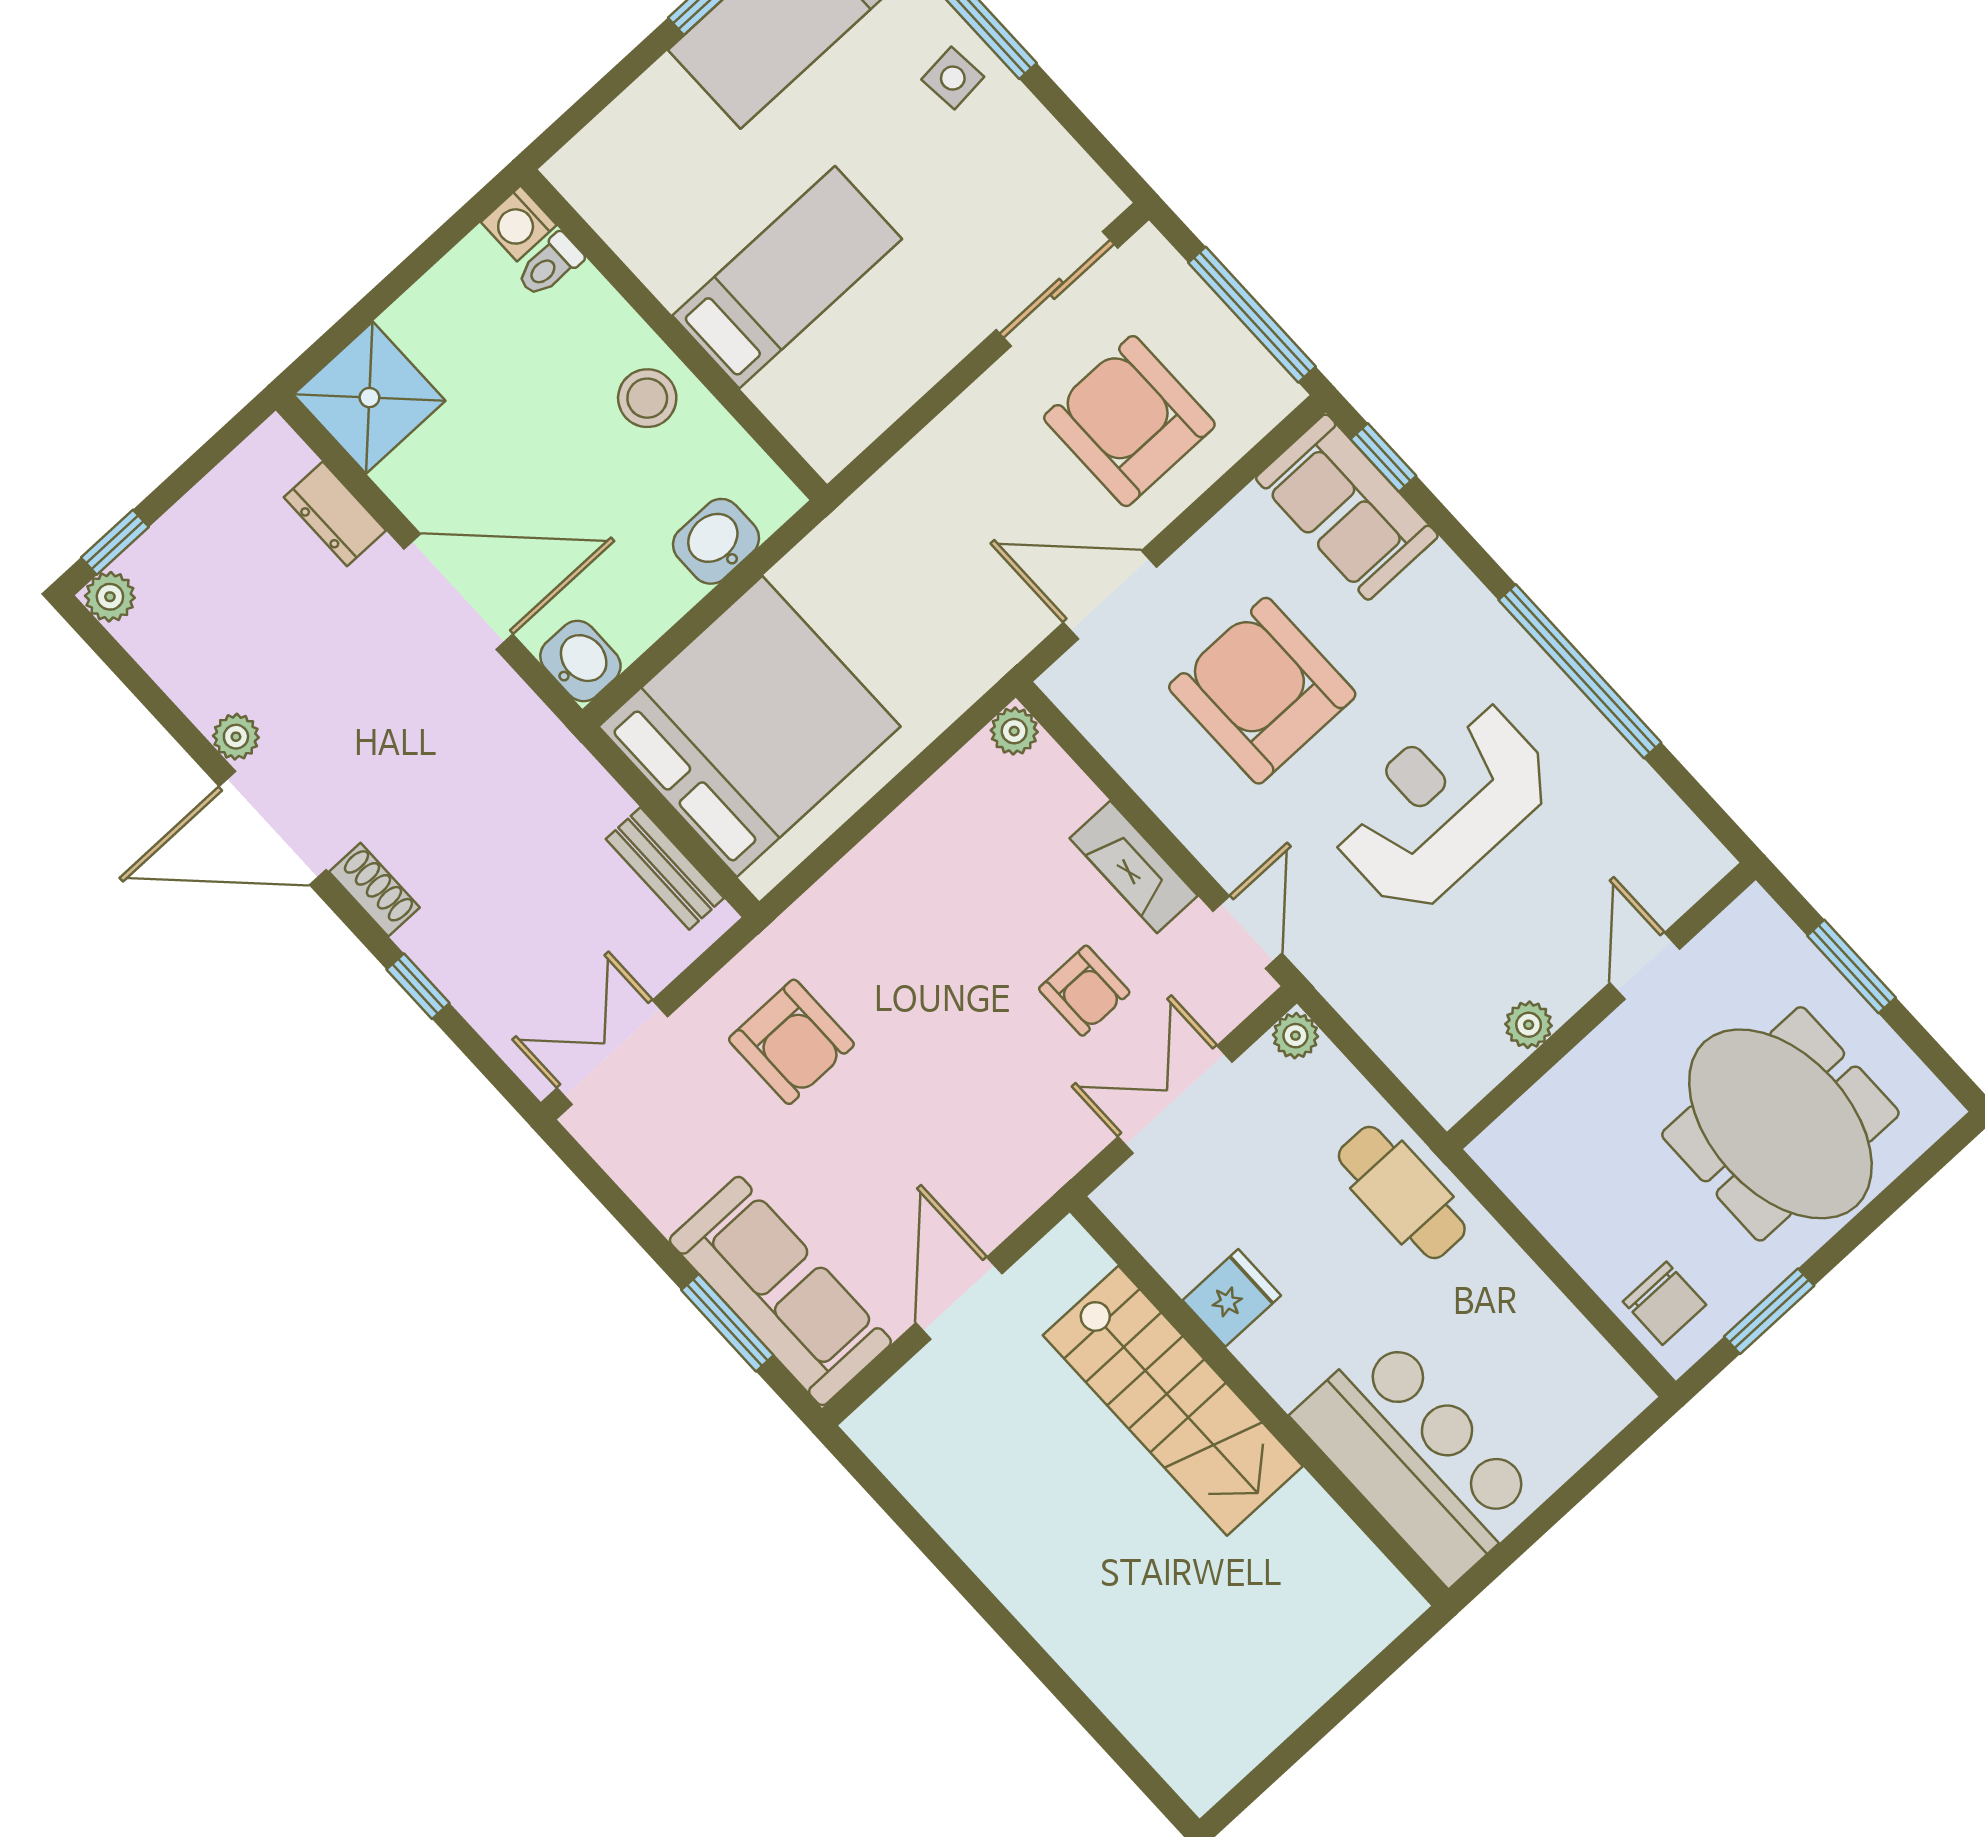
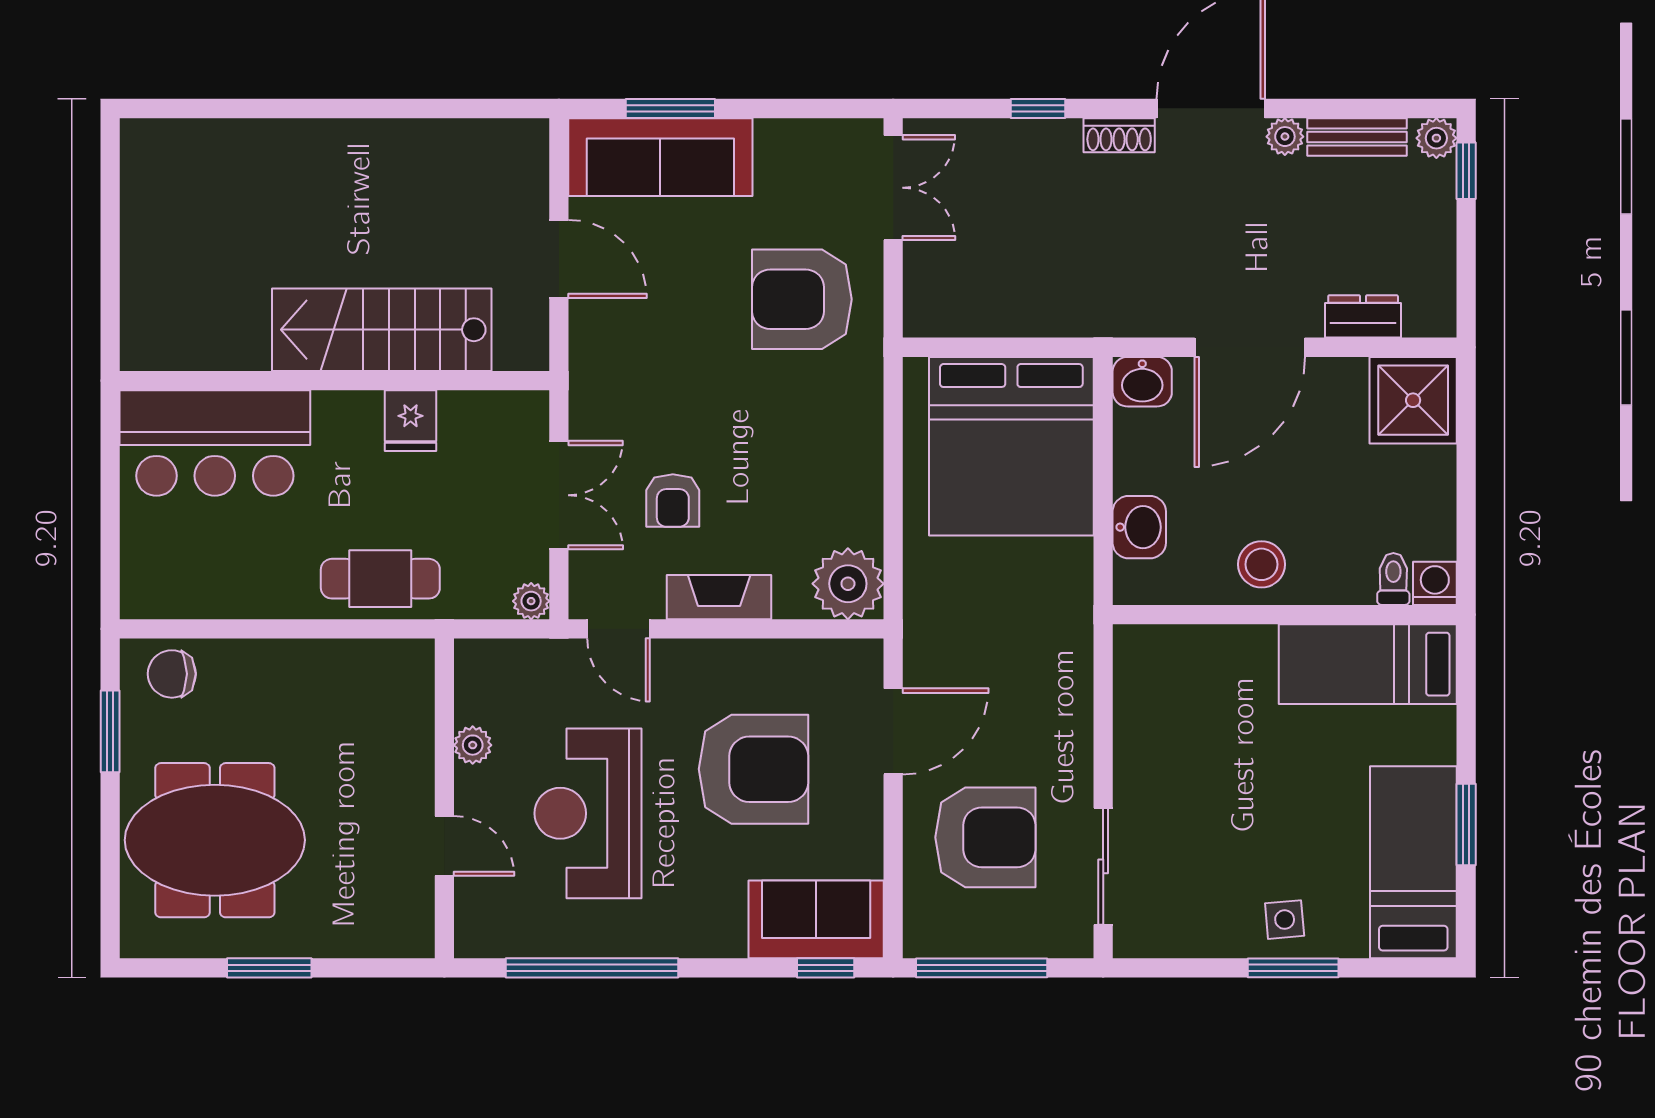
bed: (787, 277) -> (1368, 664), moved, turned 90
plant: (1014, 731) -> (848, 584), width x1.88, depth x1.88
reception desk: (1442, 805) -> (588, 813), turned 180
bench: (665, 869) -> (1357, 137), moved
door: (1645, 966) -> (444, 846), moved
armchair: (1084, 991) -> (673, 501), turned -90
wall: (1601, 1006) -> (444, 798), moved
plant: (1529, 1025) -> (473, 745), moved
armchair: (791, 1042) -> (802, 299), width x1.36, depth x1.36

